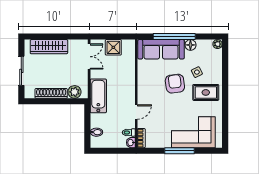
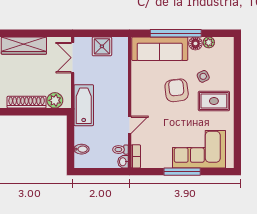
plant: (218, 44) -> (209, 42), moved
double door: (89, 57) -> (73, 58), swing flipped

